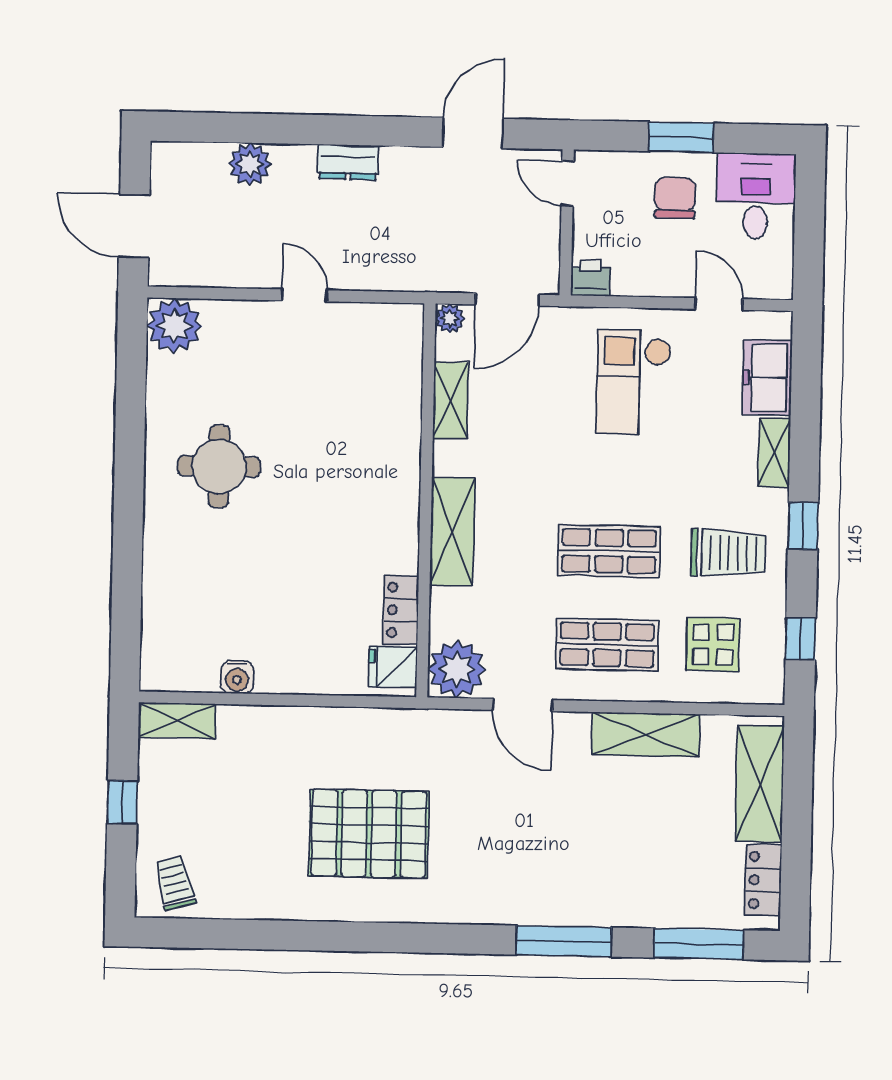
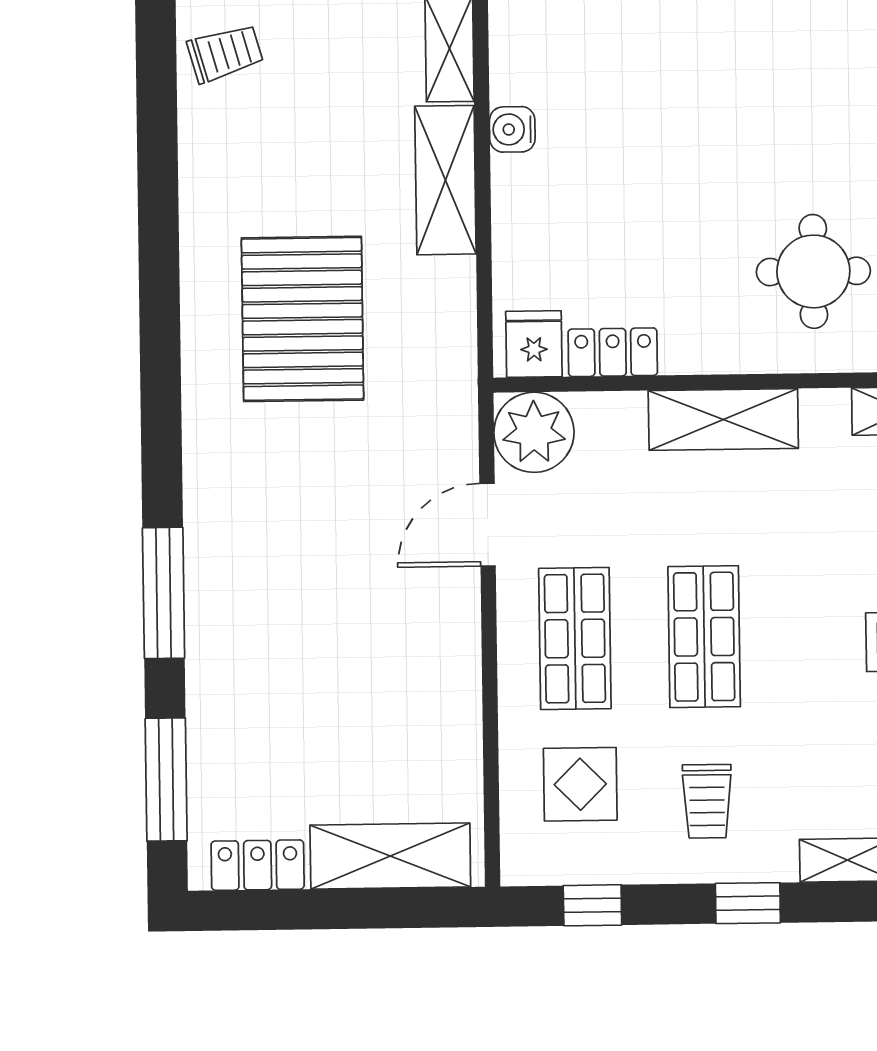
round table: (219, 466) -> (813, 271), moved
trolley: (728, 553) -> (707, 801), width x0.73, depth x0.72
shelving: (646, 735) -> (445, 180), moved

